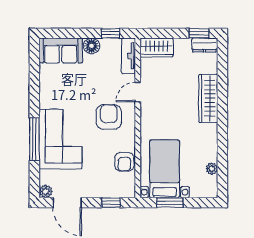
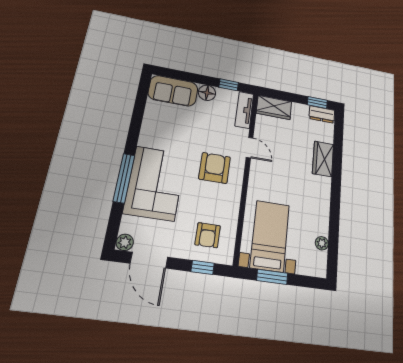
door: (138, 92) -> (250, 148), swing flipped
wardrobe: (208, 98) -> (323, 159), width x0.67
armchair: (124, 162) -> (208, 235), moved

